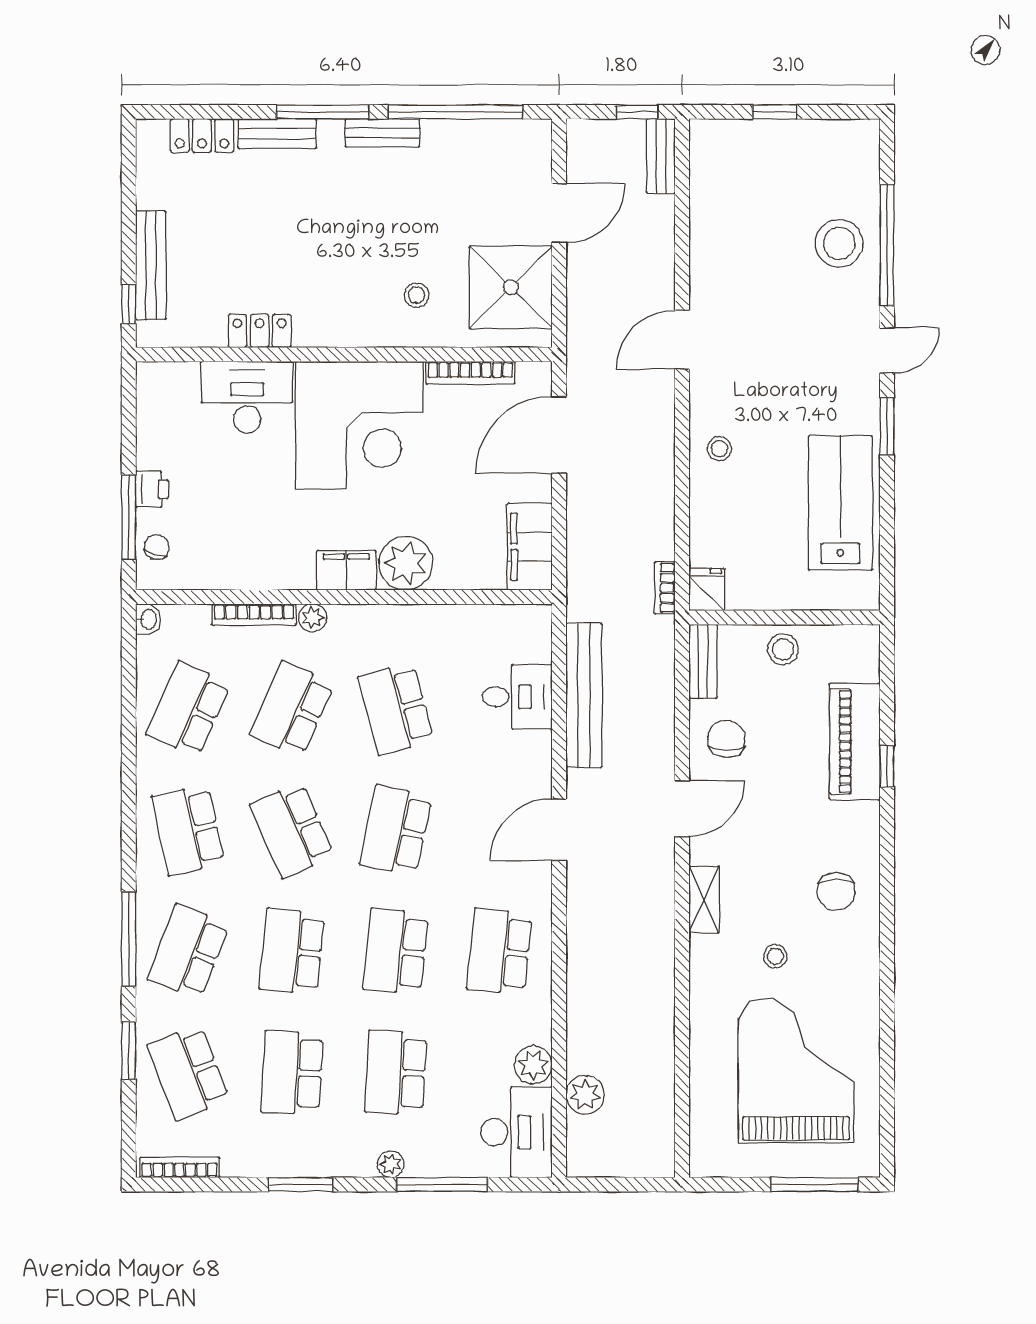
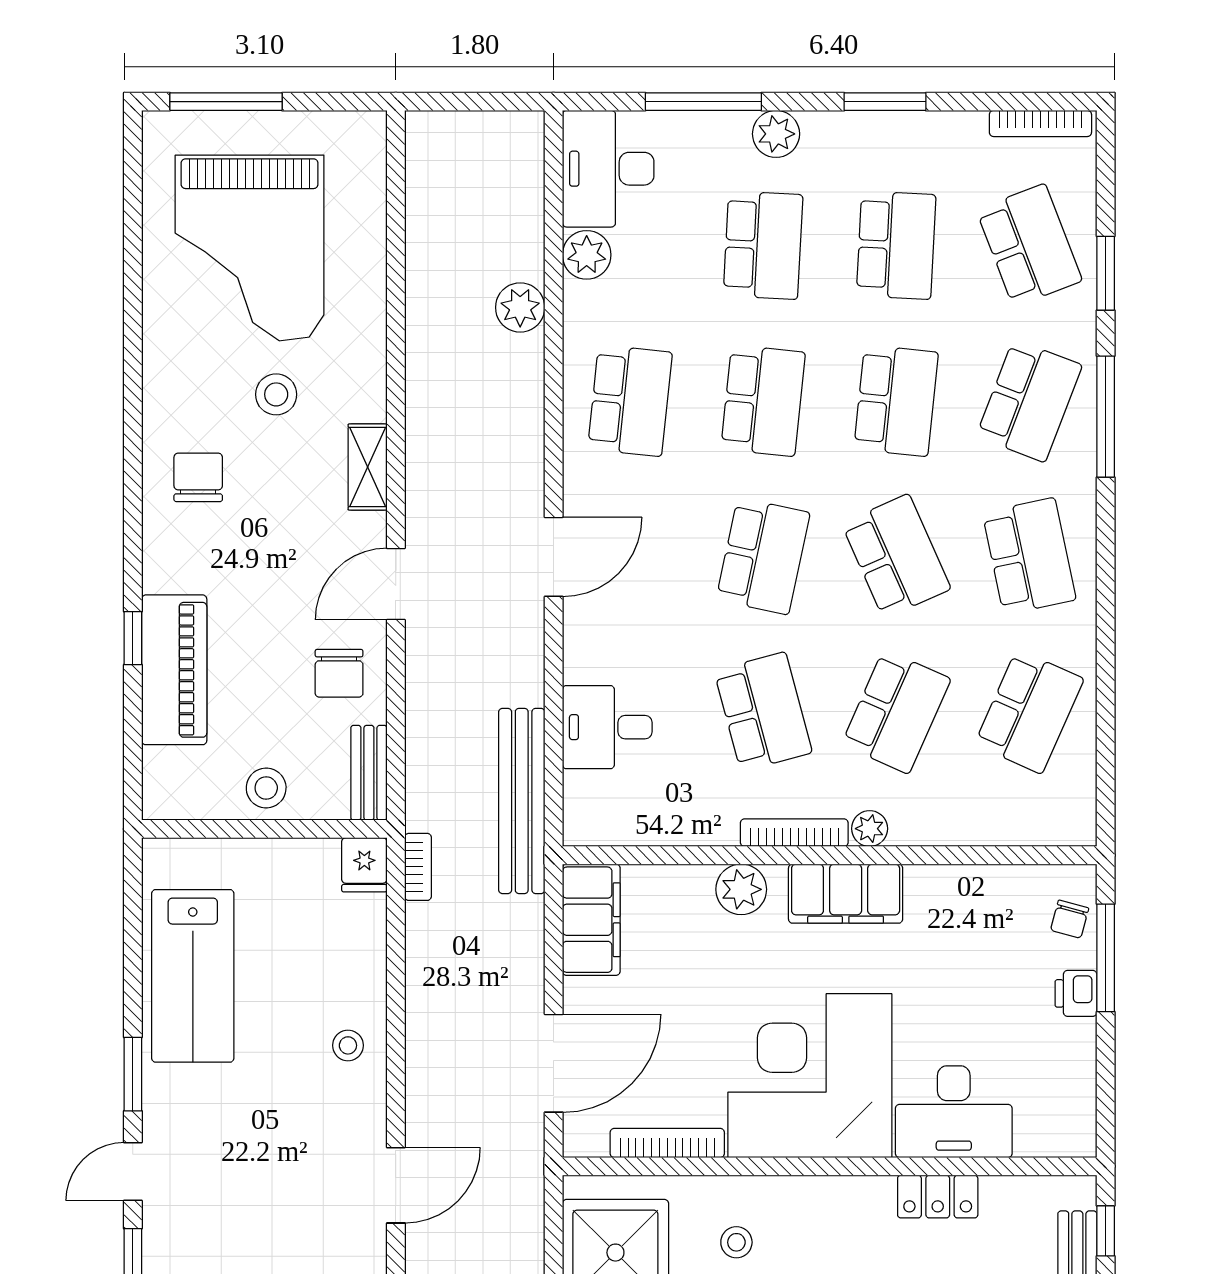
plant: (406, 563) -> (741, 889), width x0.73, depth x0.73
filing cabinet: (346, 570) -> (846, 894), width x1.50, depth x1.17
bookcase: (254, 615) -> (794, 833), moved
washbasin: (148, 619) -> (1081, 827), removed
bench: (584, 695) -> (522, 801), moved
stool: (775, 956) -> (276, 394), width x1.37, depth x1.37
plant: (585, 1095) -> (520, 307), moved
plant: (391, 1164) -> (776, 134), width x1.38, depth x1.38

